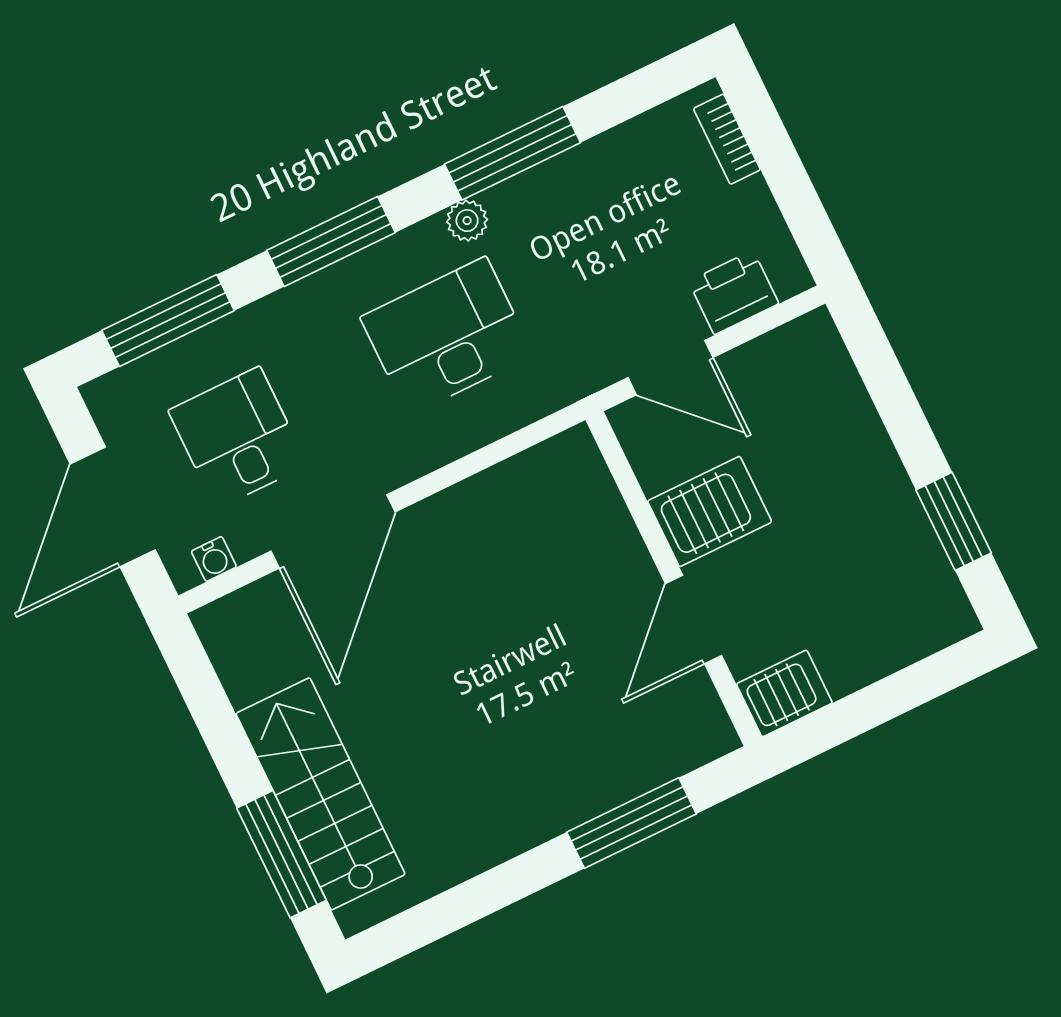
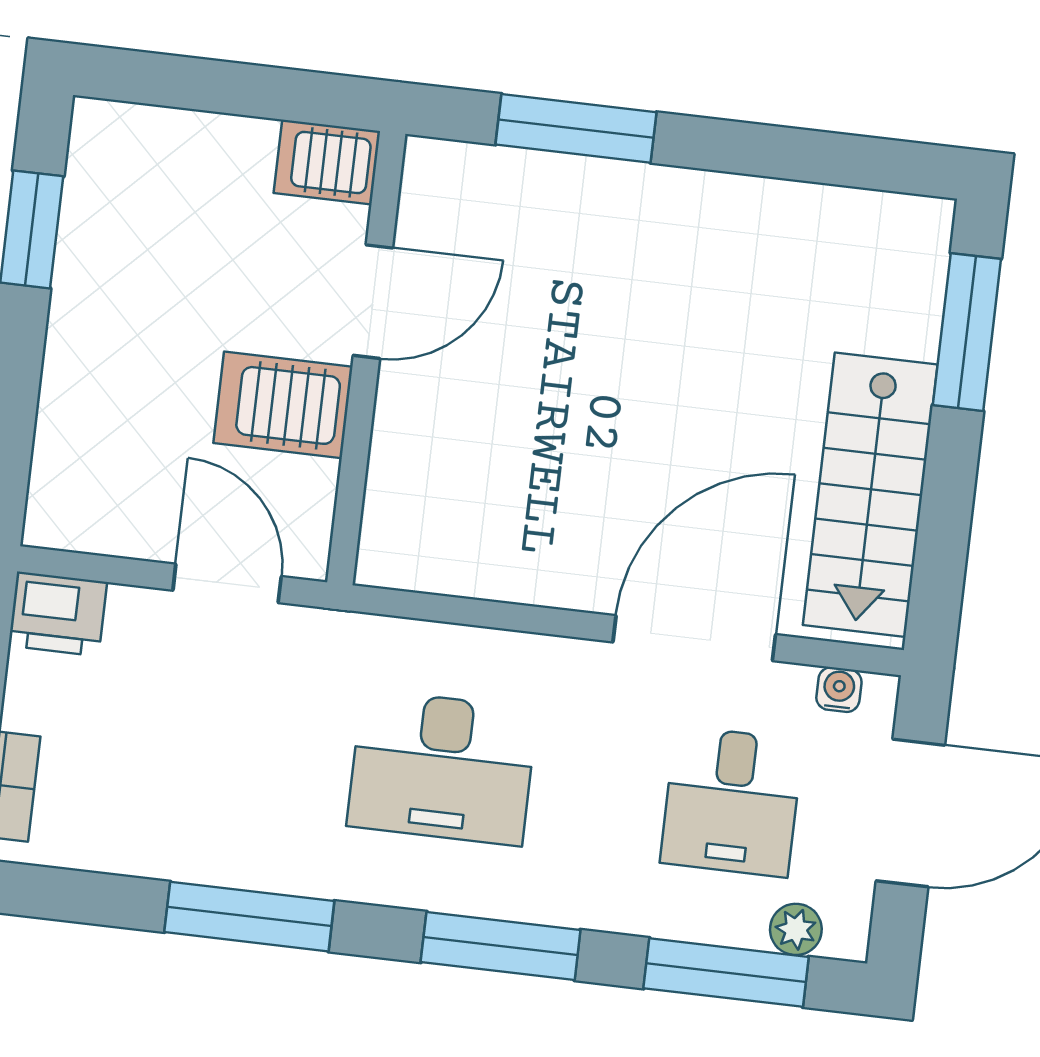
plant: (467, 221) -> (796, 929), moved
printer: (734, 292) -> (58, 614), moved
stairs: (320, 794) -> (870, 495), moved

